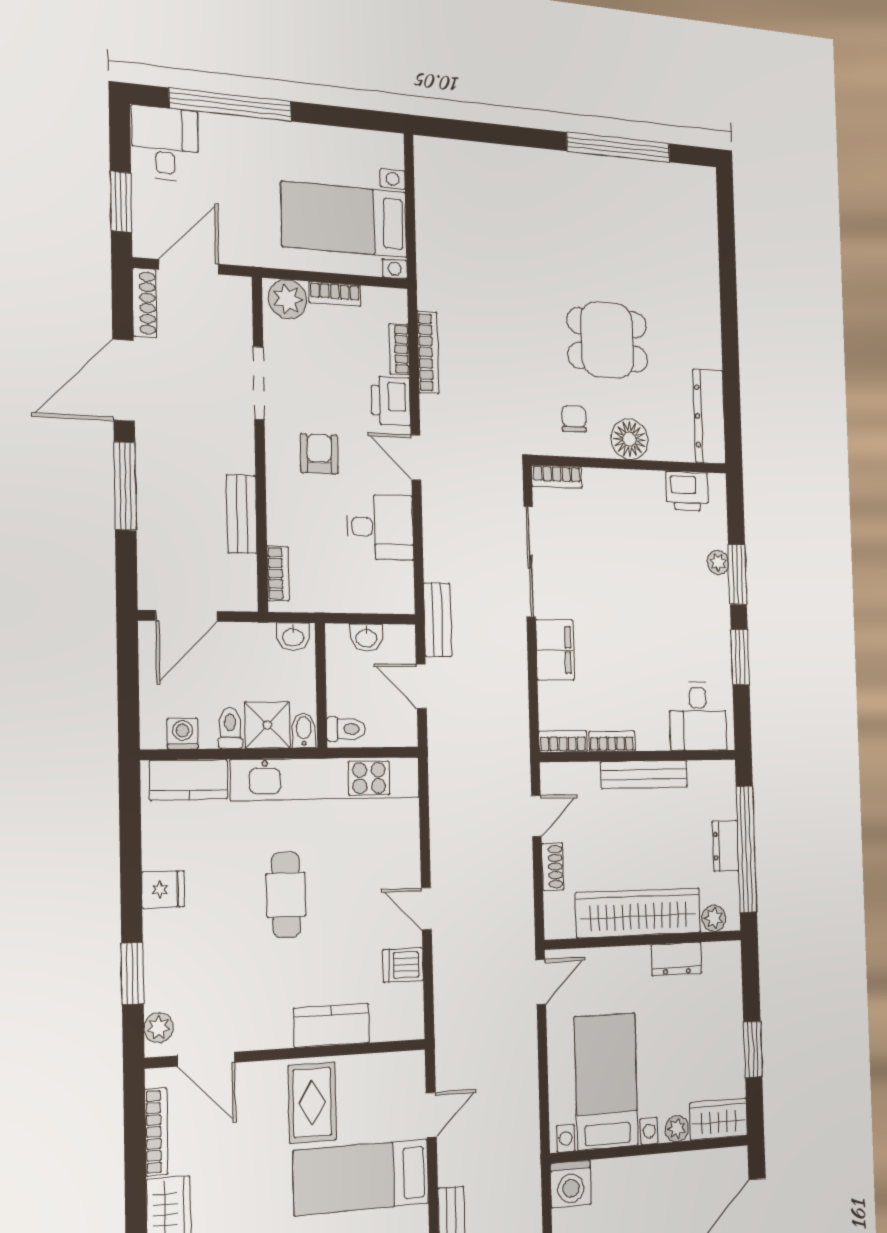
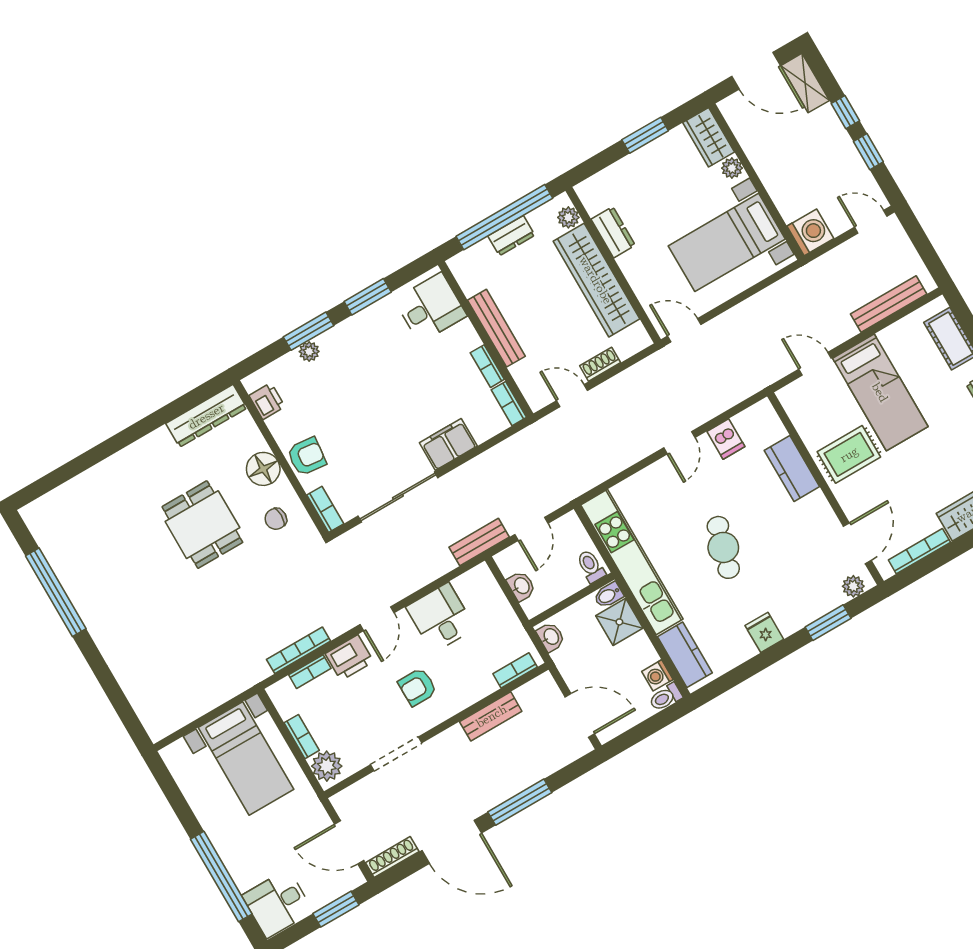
printer: (687, 491) -> (267, 401), width x0.73, depth x0.81
armchair: (619, 492) -> (307, 456), added
toilet: (230, 728) -> (666, 697), moved
cafe table: (286, 895) -> (723, 547), turned -74

